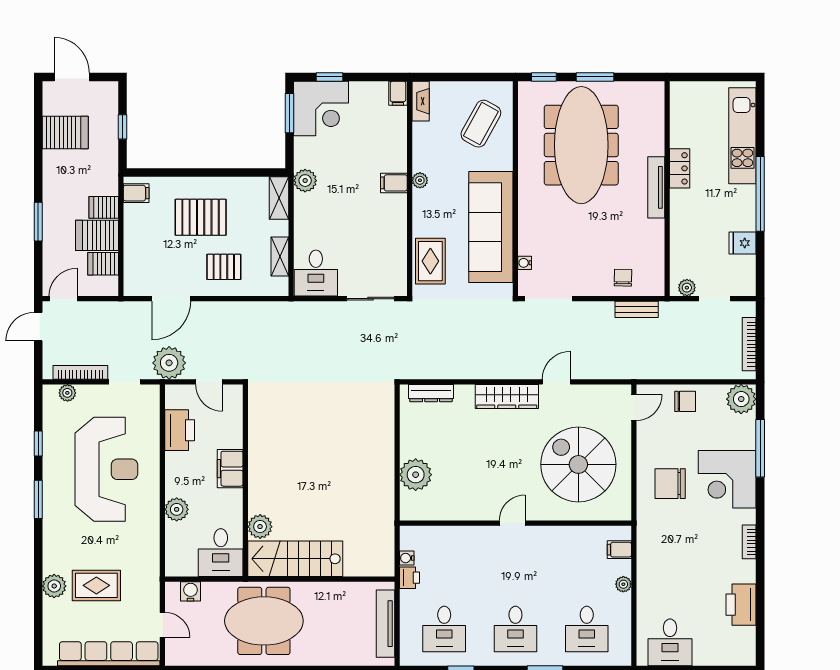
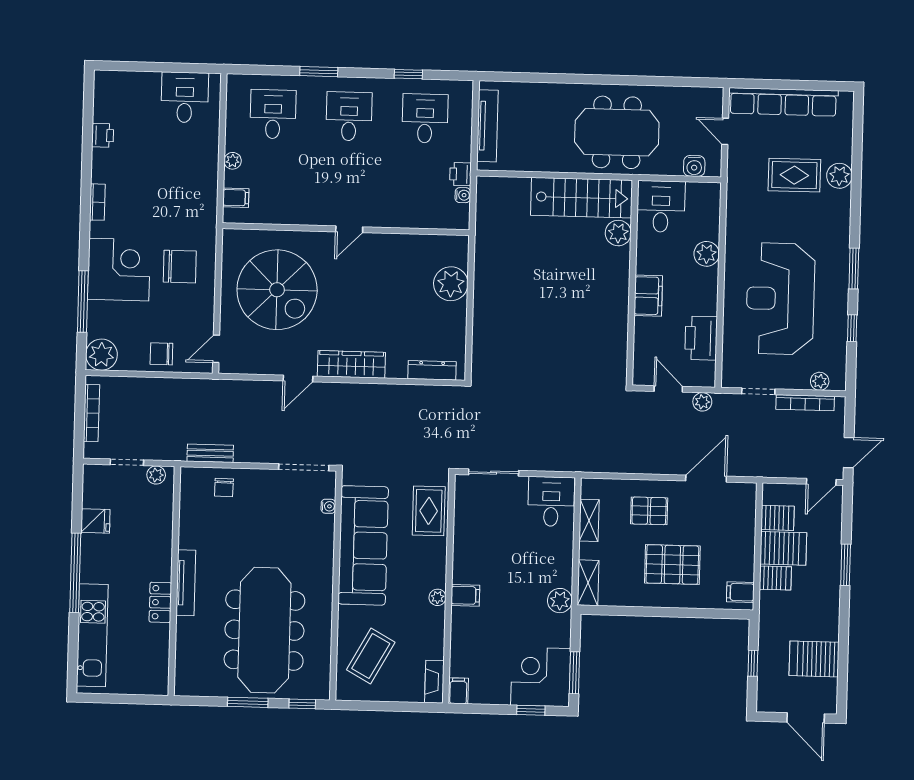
plant: (169, 363) -> (702, 402), width x0.53, depth x0.53
printer: (741, 605) -> (103, 135), width x0.53, depth x0.68

